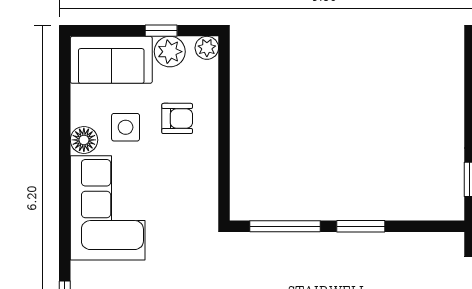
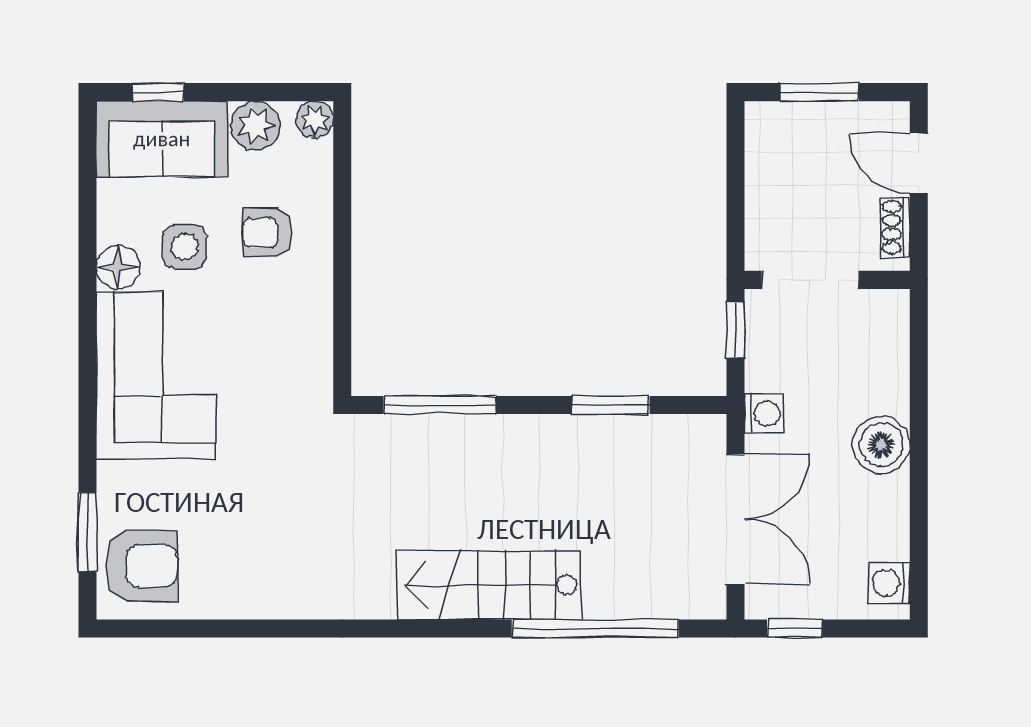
window: (161, 31) -> (158, 92), moved
armchair: (177, 118) -> (267, 233), turned 180
window: (361, 226) -> (611, 405), moved

